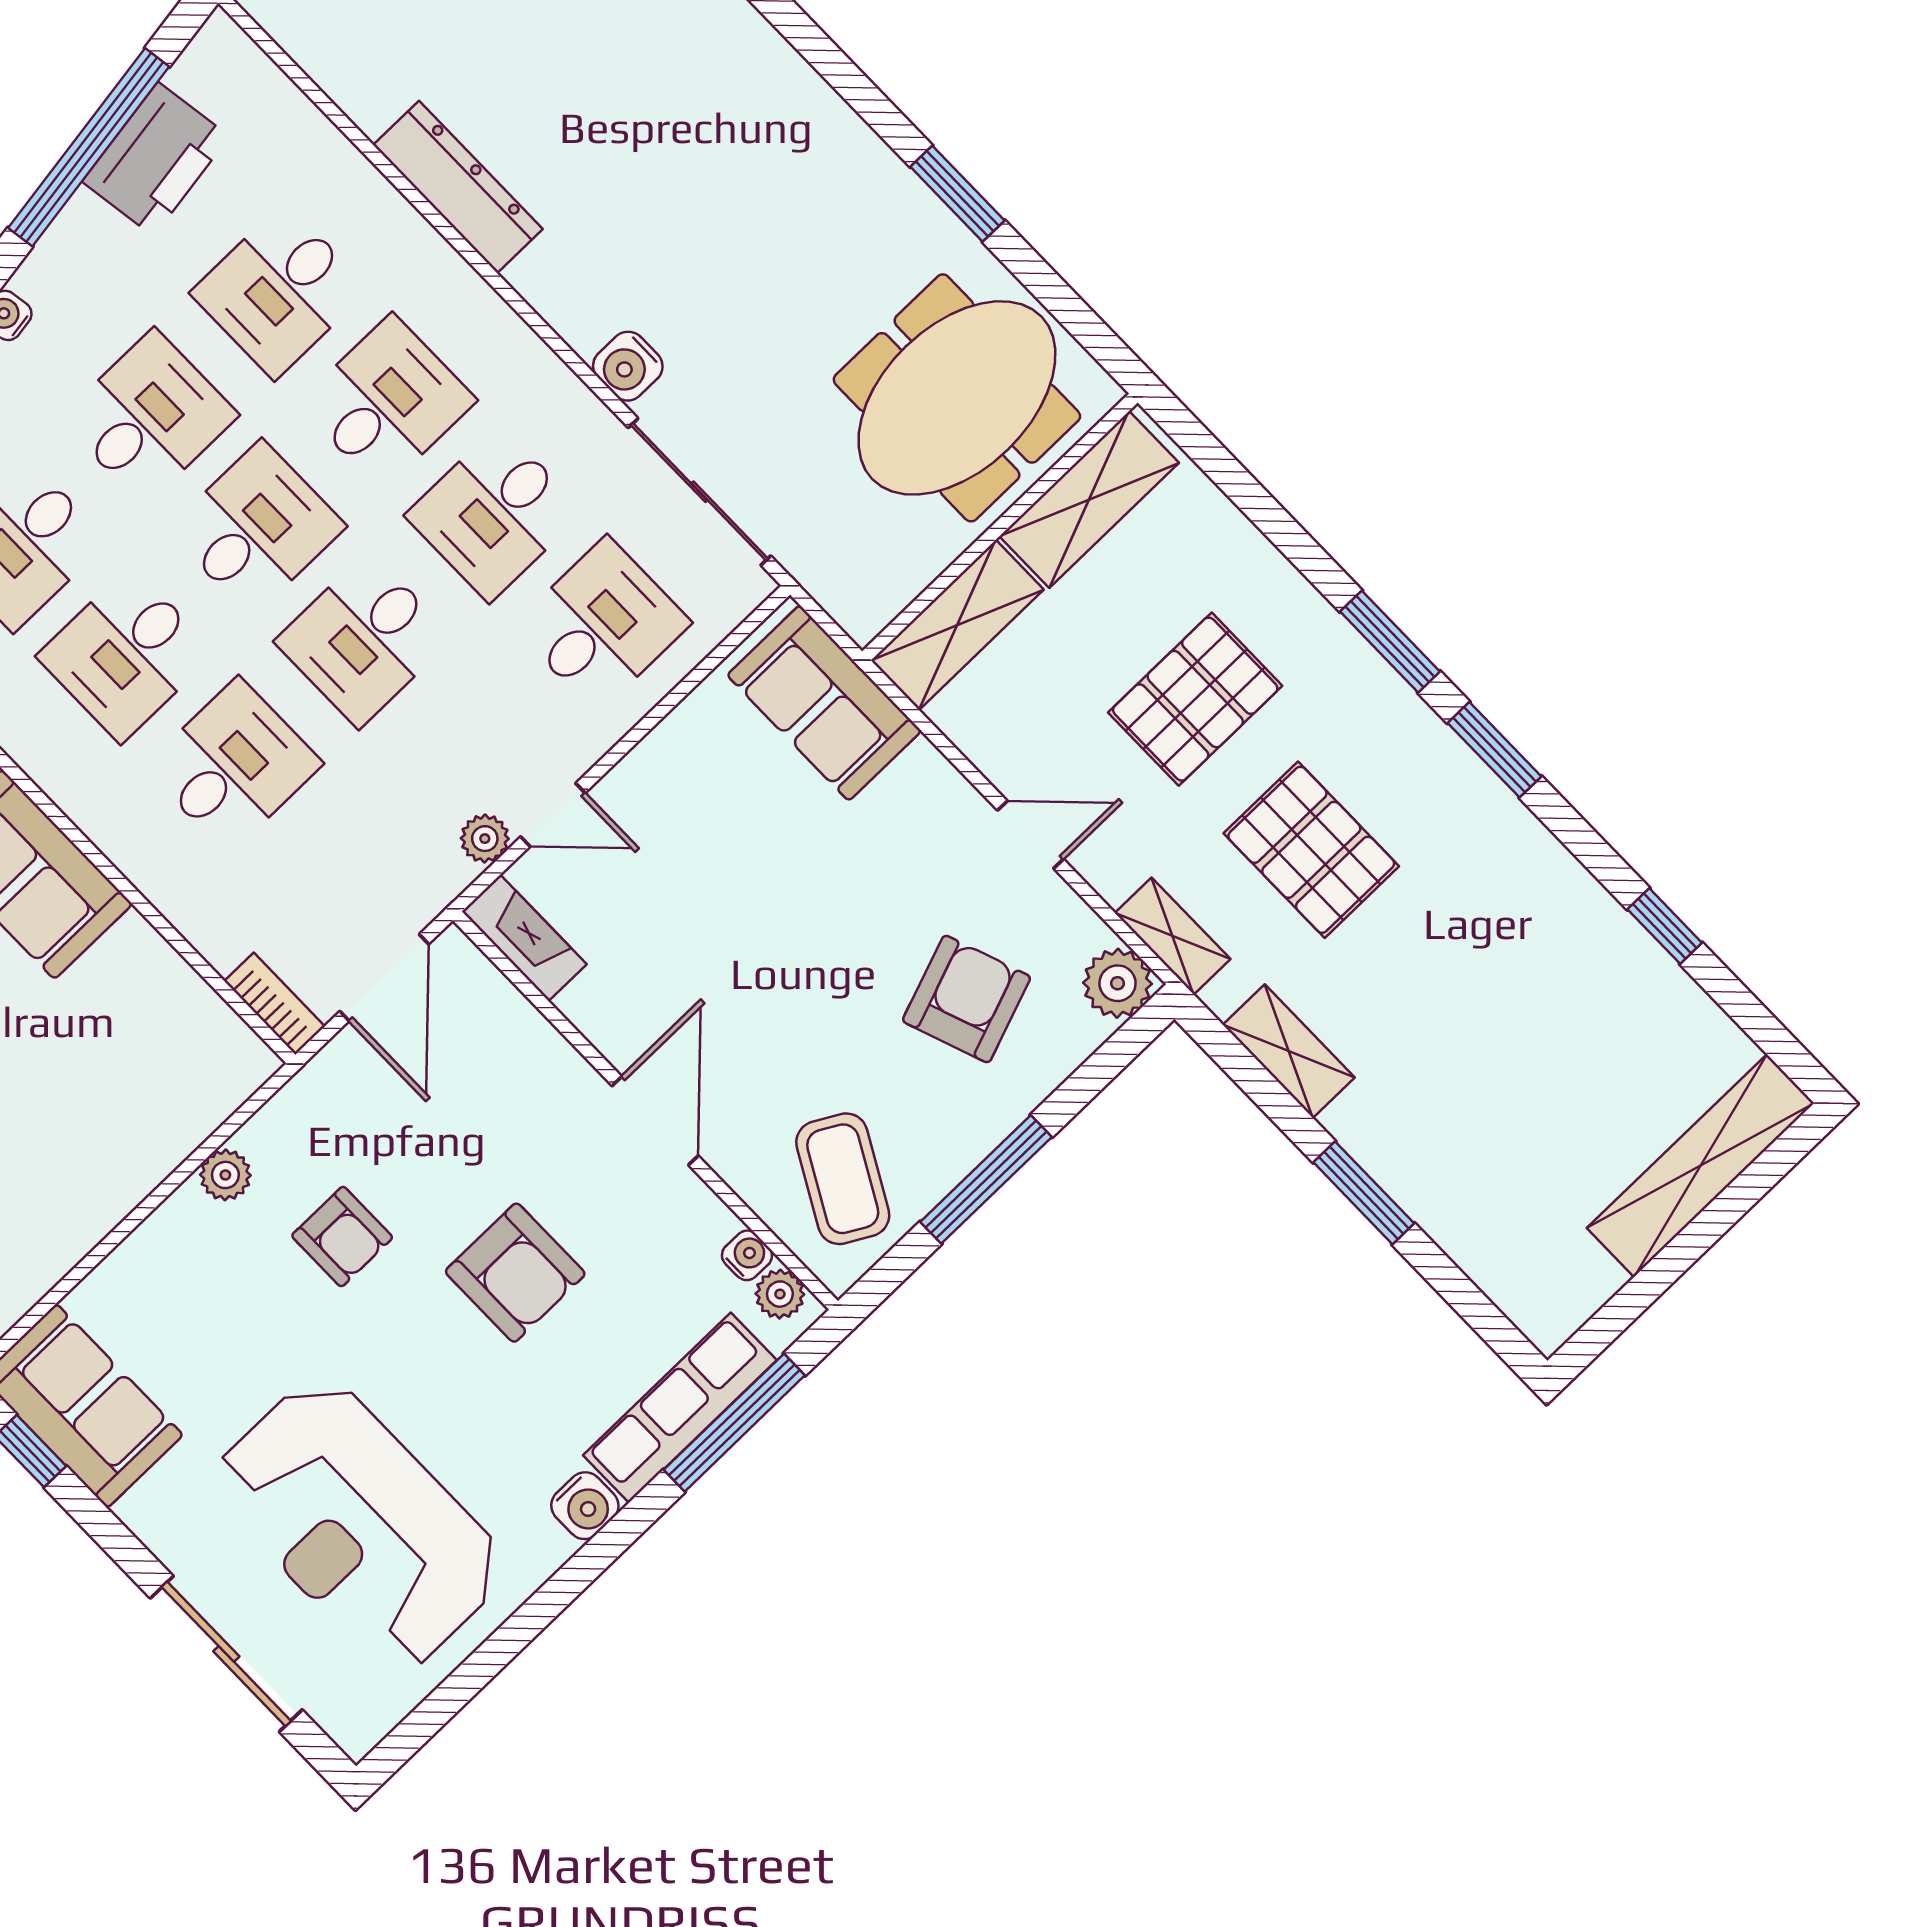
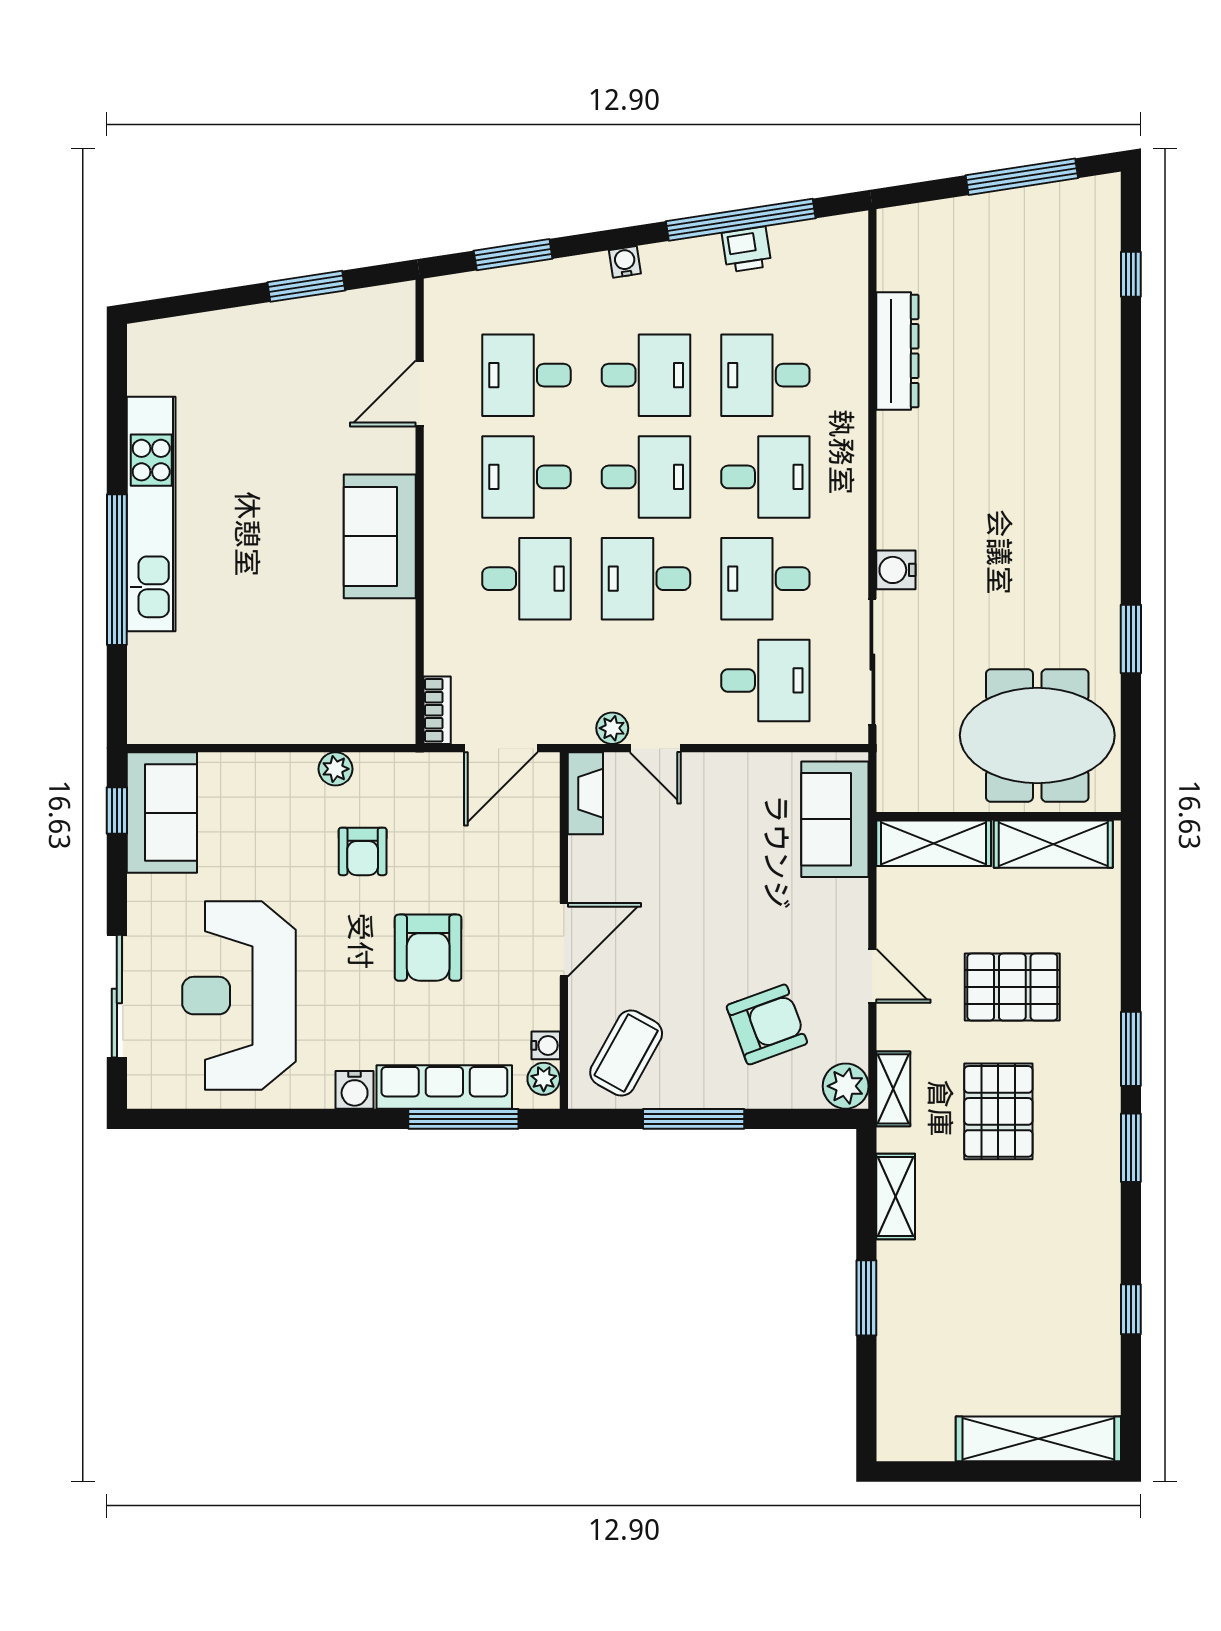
printer: (156, 159) -> (747, 249), width x0.53, depth x0.68
dresser: (458, 187) -> (897, 351), moved

